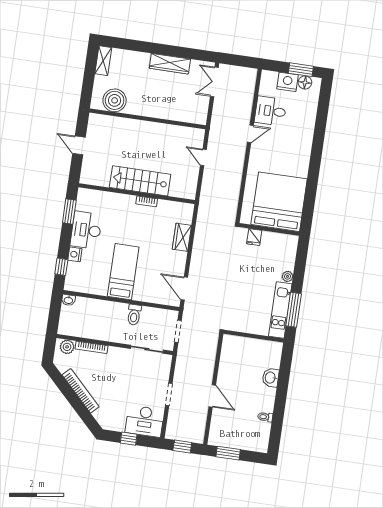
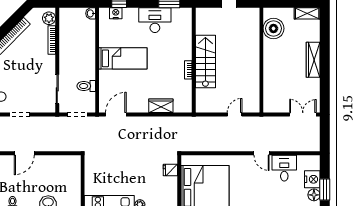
wardrobe: (170, 64) -> (313, 60), moved
nightstand: (75, 254) -> (116, 13), moved
toilet: (134, 315) -> (86, 86), moved

